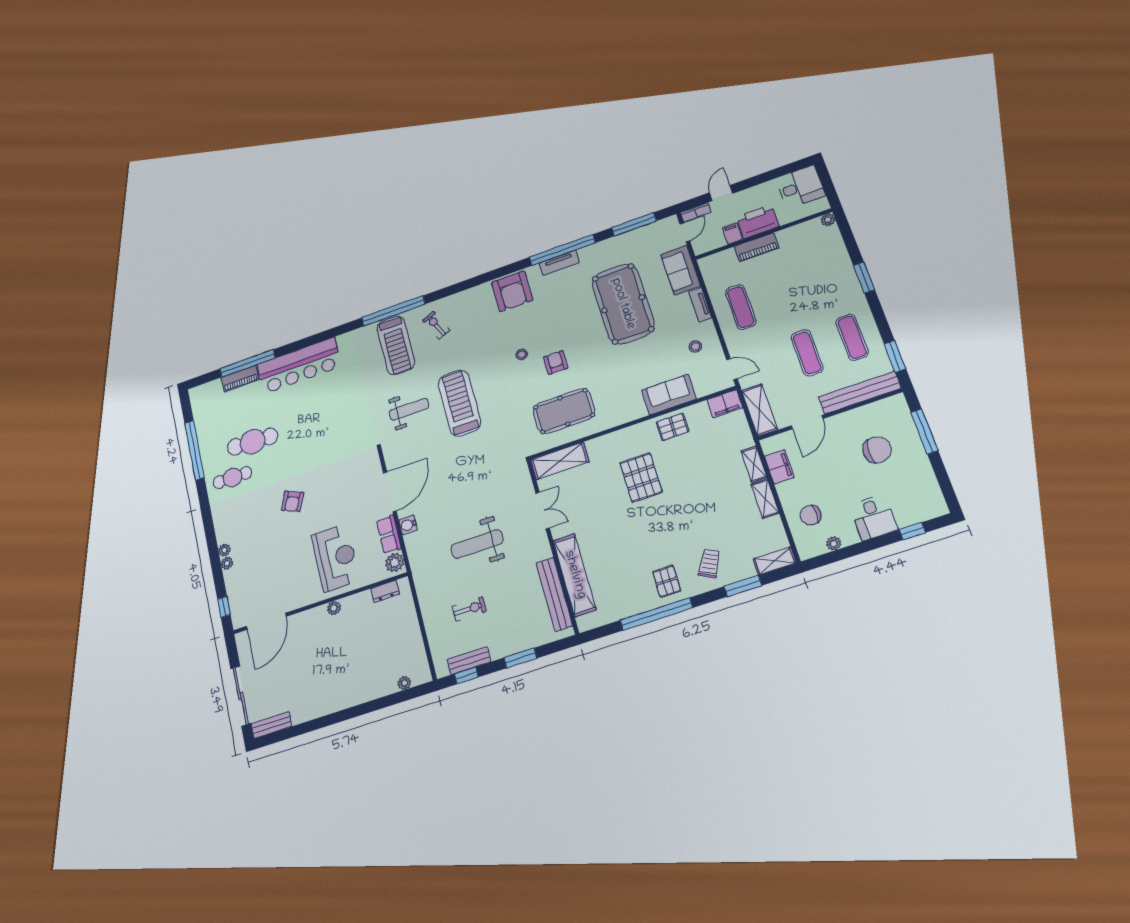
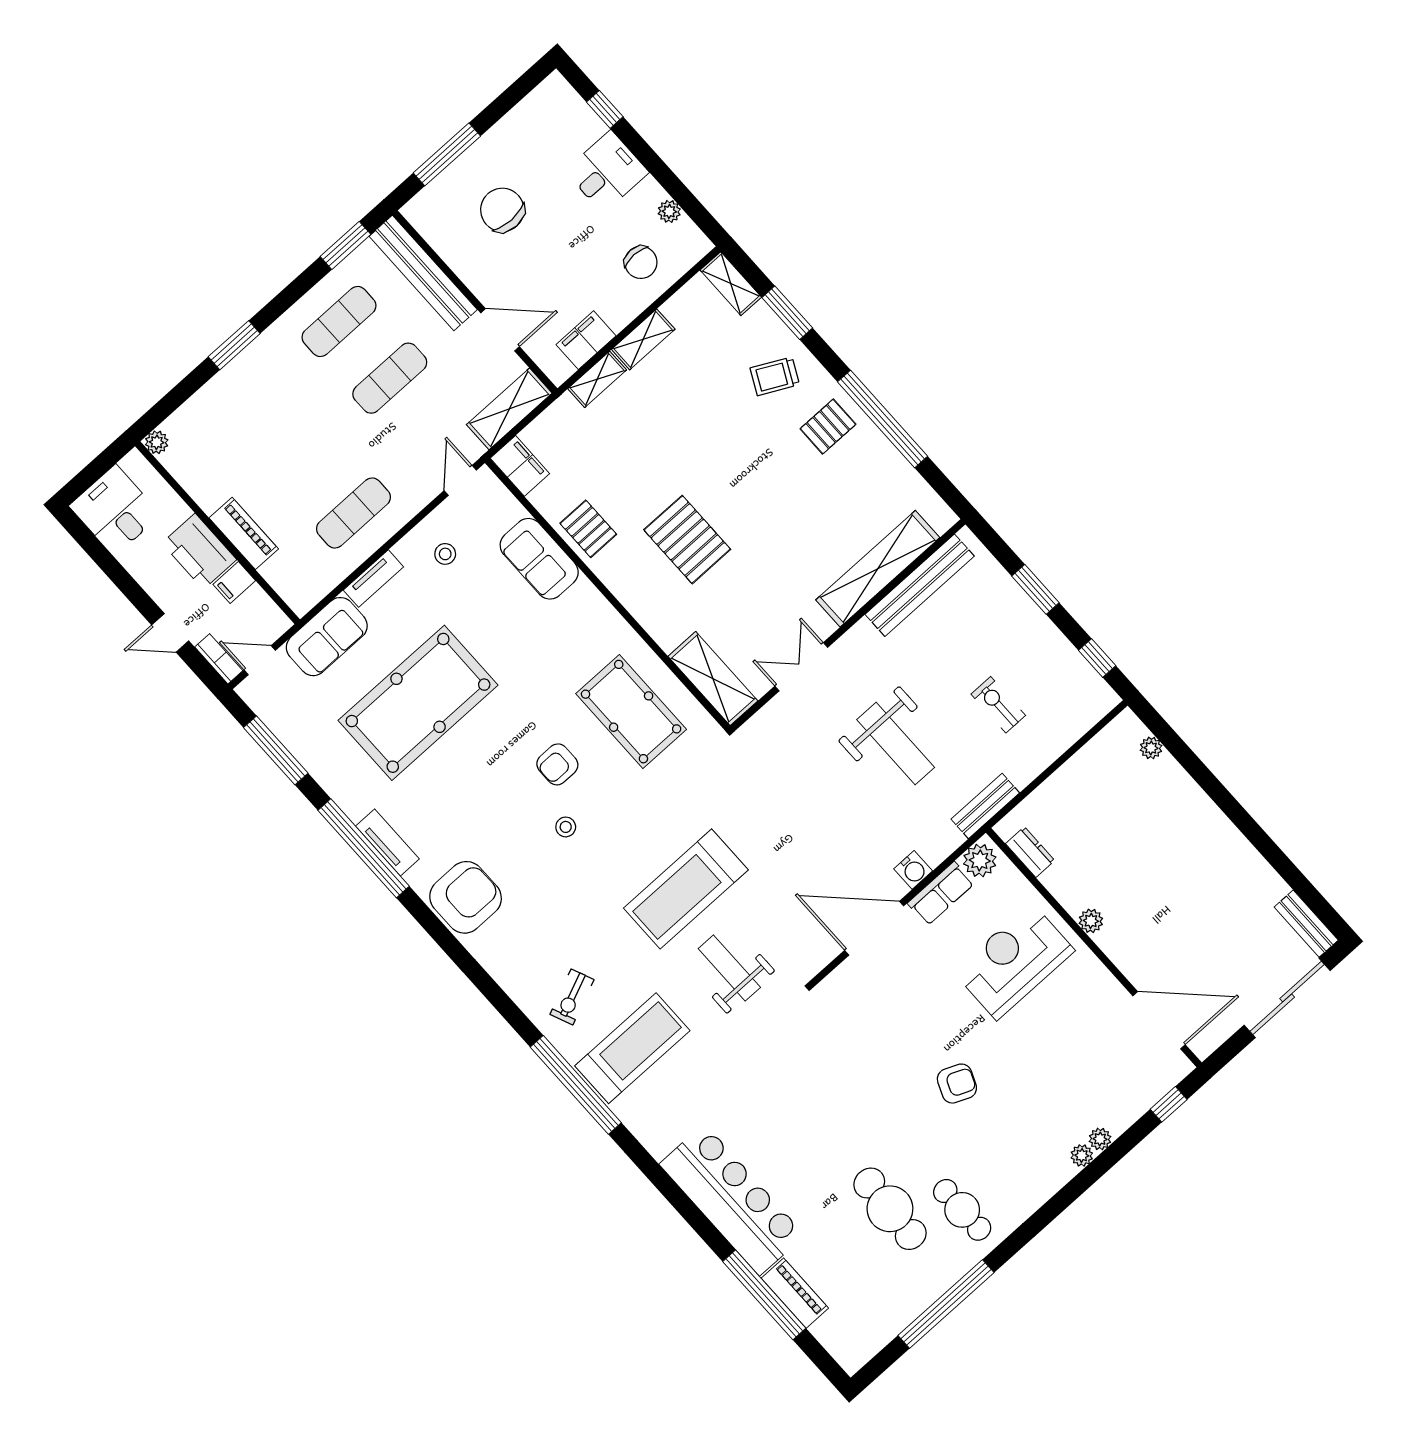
pallet: (641, 477) -> (687, 540), turned 90
bench: (469, 661) -> (985, 806), moved, turned 90

